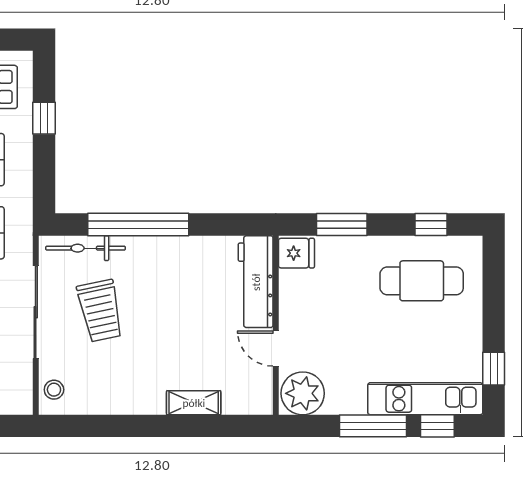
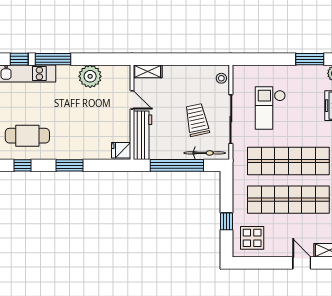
fridge: (296, 253) -> (121, 150), moved
workbench: (256, 282) -> (143, 135), moved
wall: (276, 325) -> (132, 112), moved
door: (276, 349) -> (132, 100), moved

